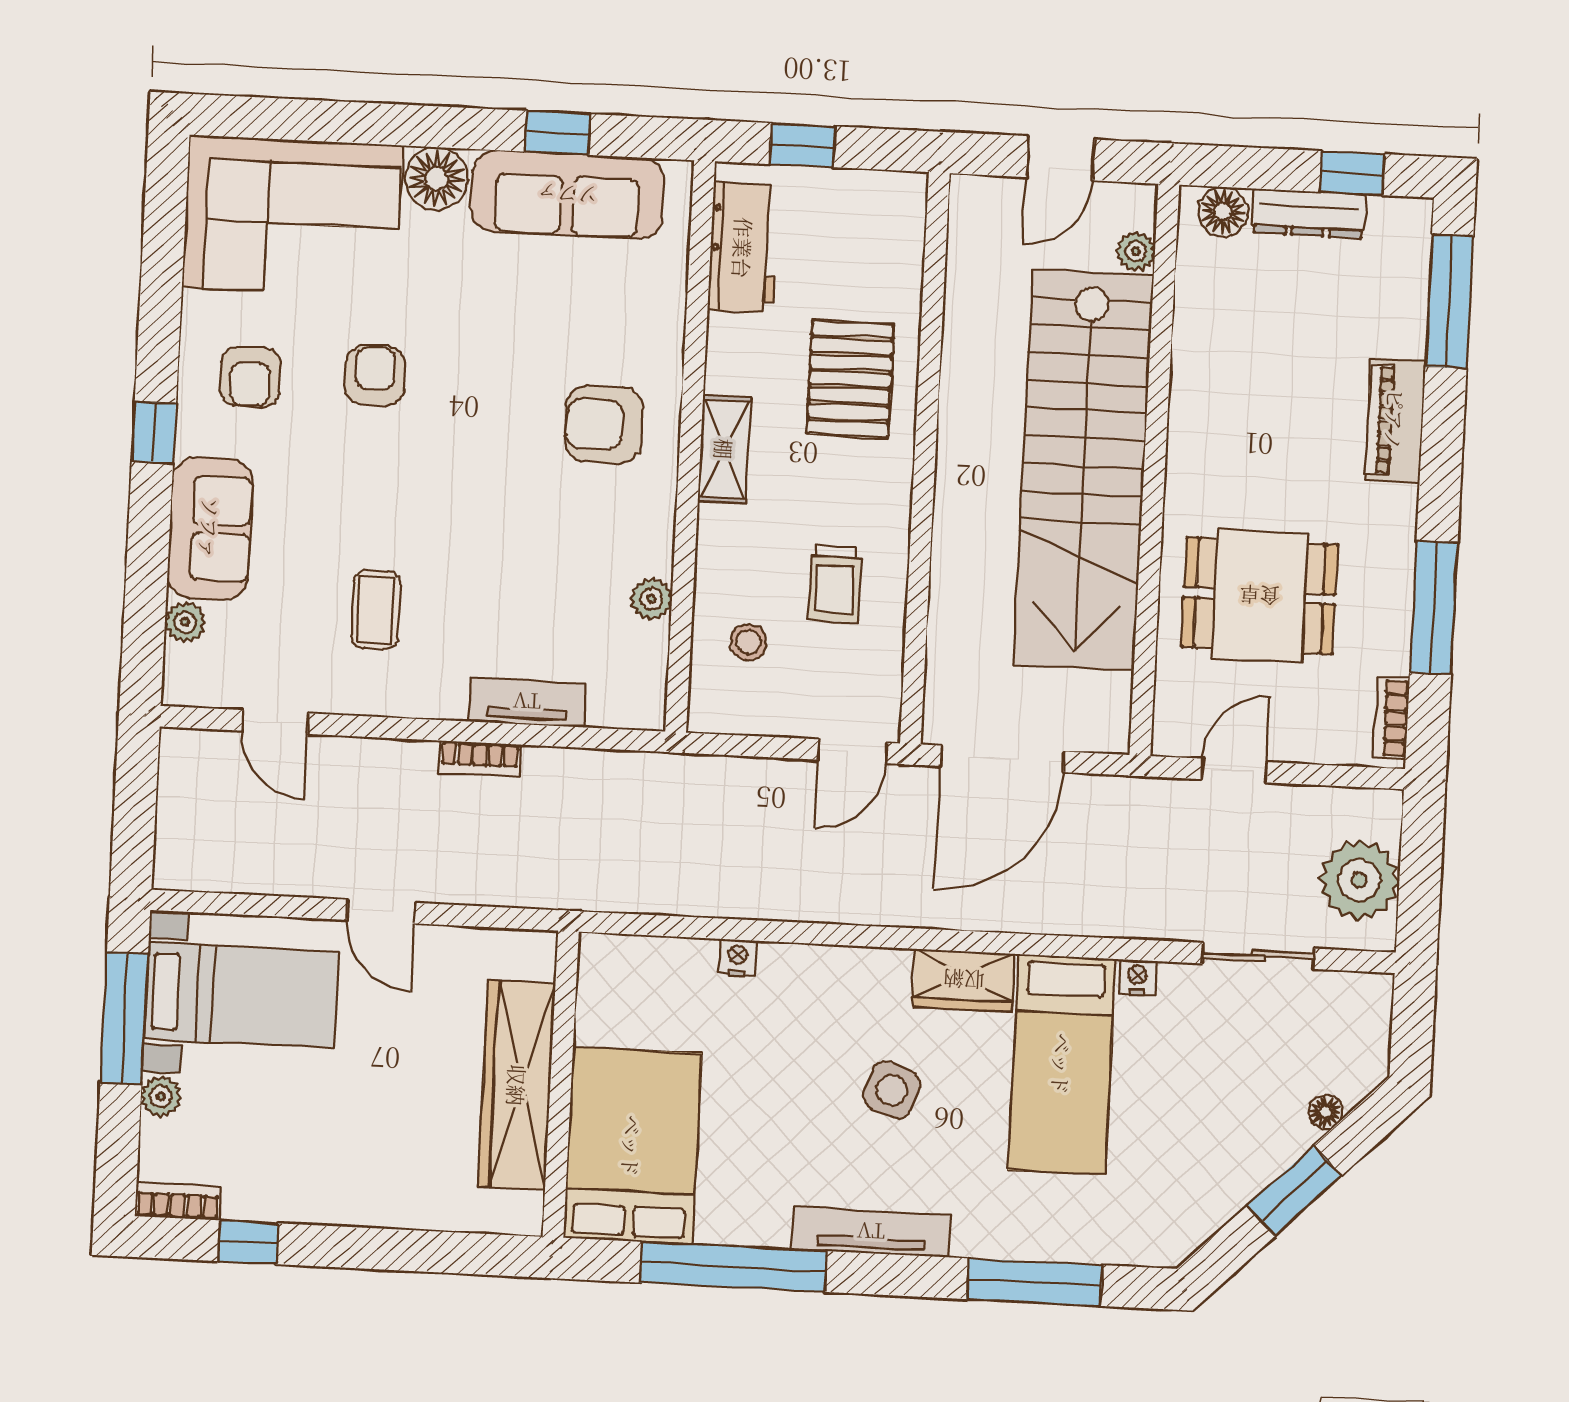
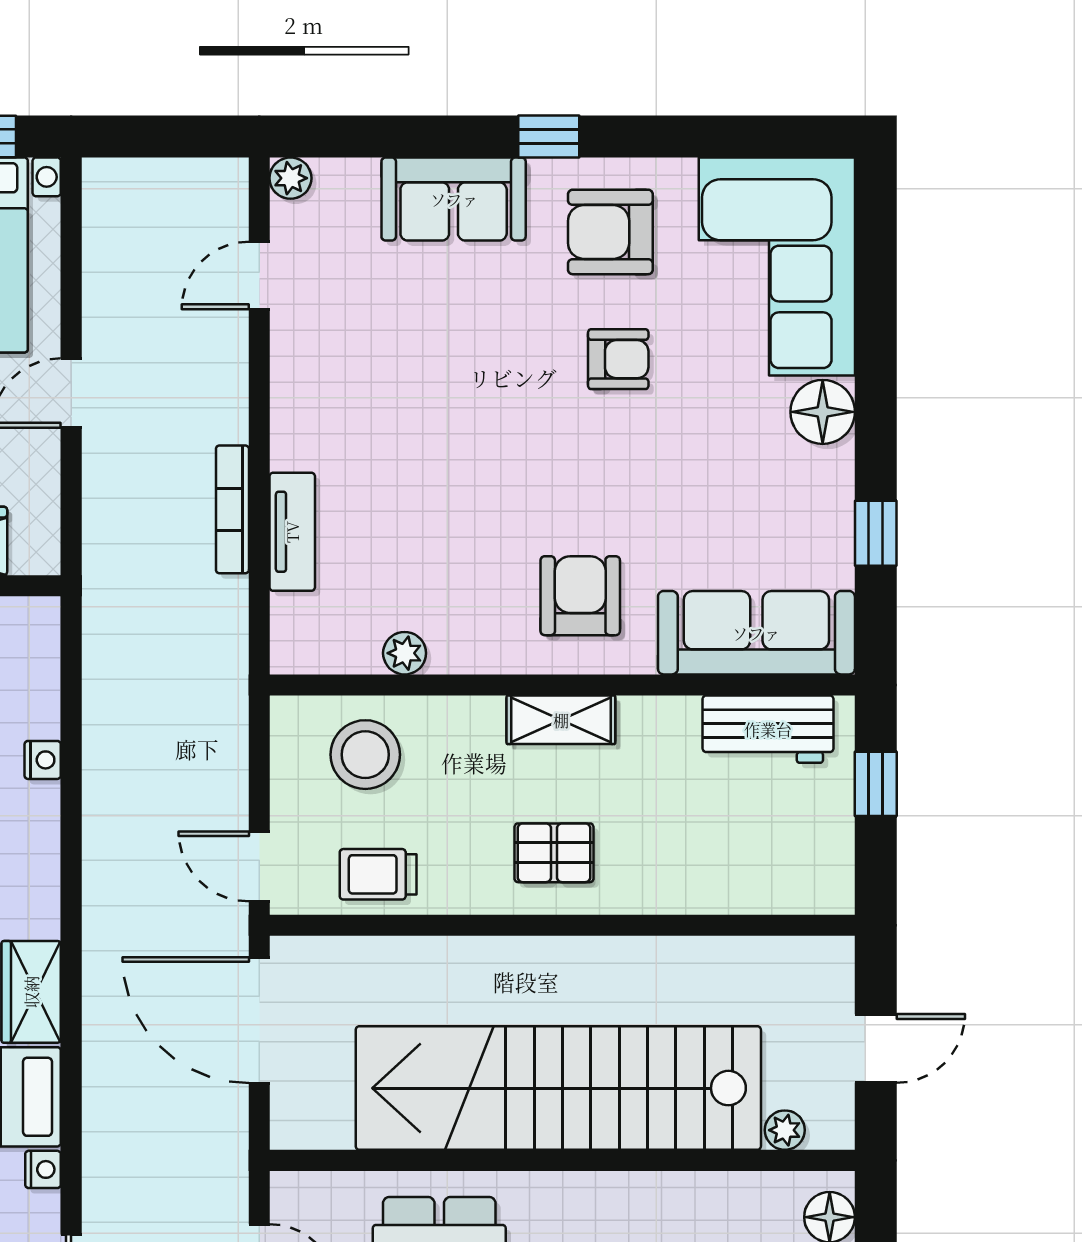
door: (1060, 158) -> (876, 1048), swing flipped
sofa: (567, 195) -> (756, 633), moved, turned 90
armchair: (250, 377) -> (610, 232), width x1.38, depth x1.38
pallet: (850, 379) -> (554, 853), moved, width x0.67, depth x0.71
trolley: (835, 584) -> (378, 874), moved
coffee table: (376, 610) -> (379, 372), removed
plant: (185, 622) -> (290, 178), moved
stool: (748, 642) -> (365, 755), width x1.89, depth x1.89
bookcase: (480, 759) -> (232, 509), width x1.56

